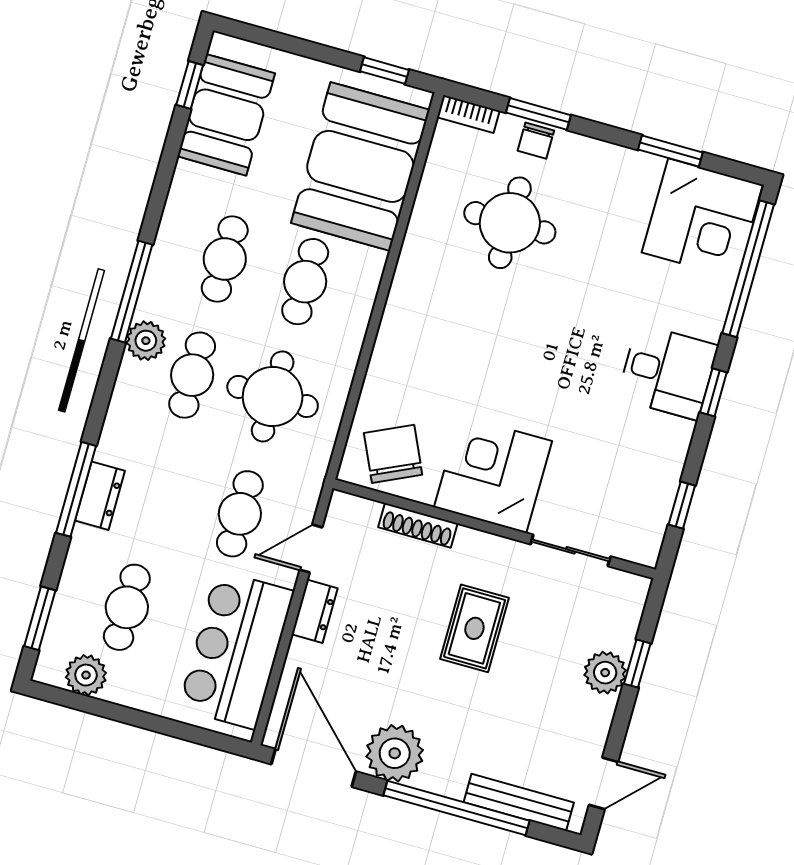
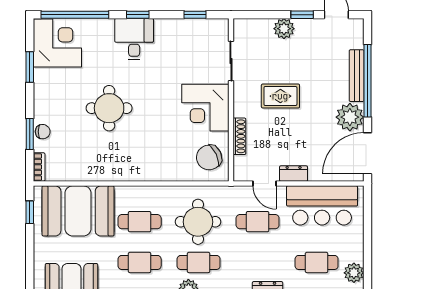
round table: (510, 223) -> (109, 108), moved
window: (637, 664) -> (302, 15), moved
bench: (519, 802) -> (357, 76), moved

